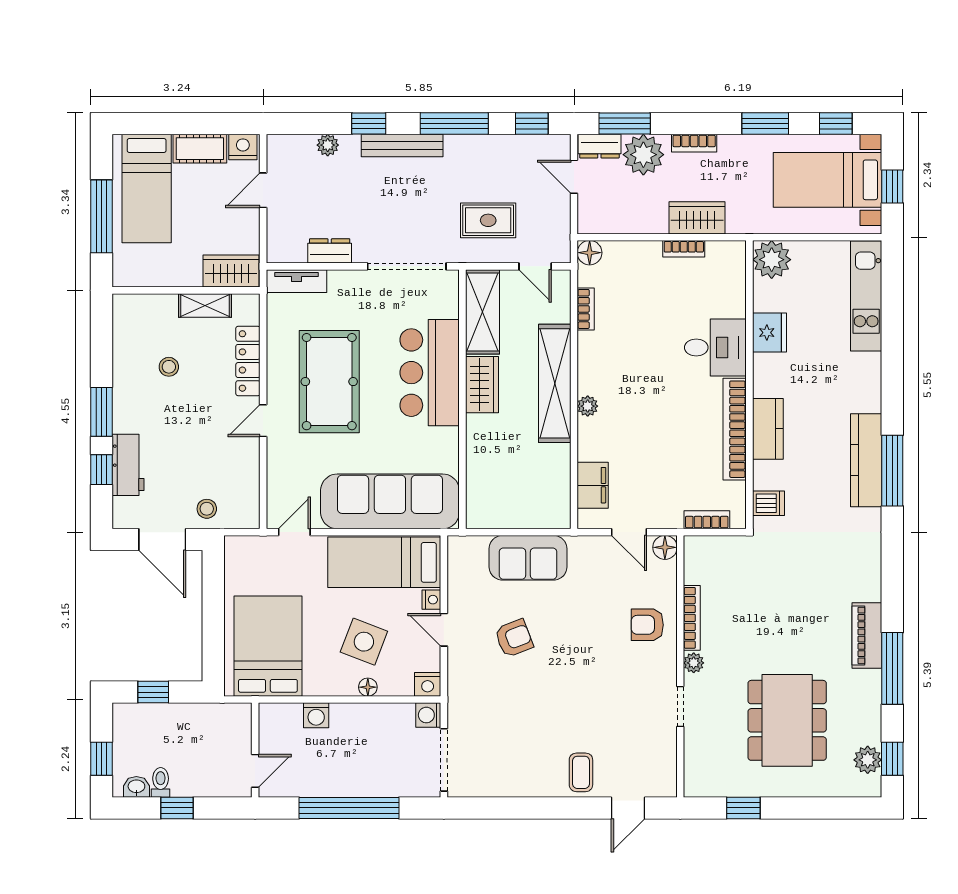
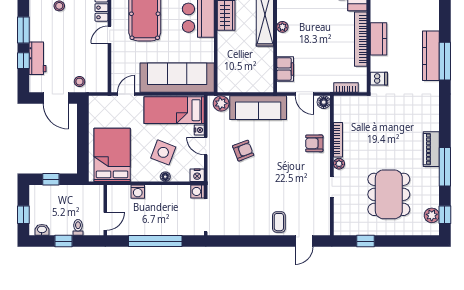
plant: (472, 550) -> (221, 103), added
sofa: (528, 558) -> (258, 108), width x1.36
toilet: (161, 782) -> (78, 227), moved

